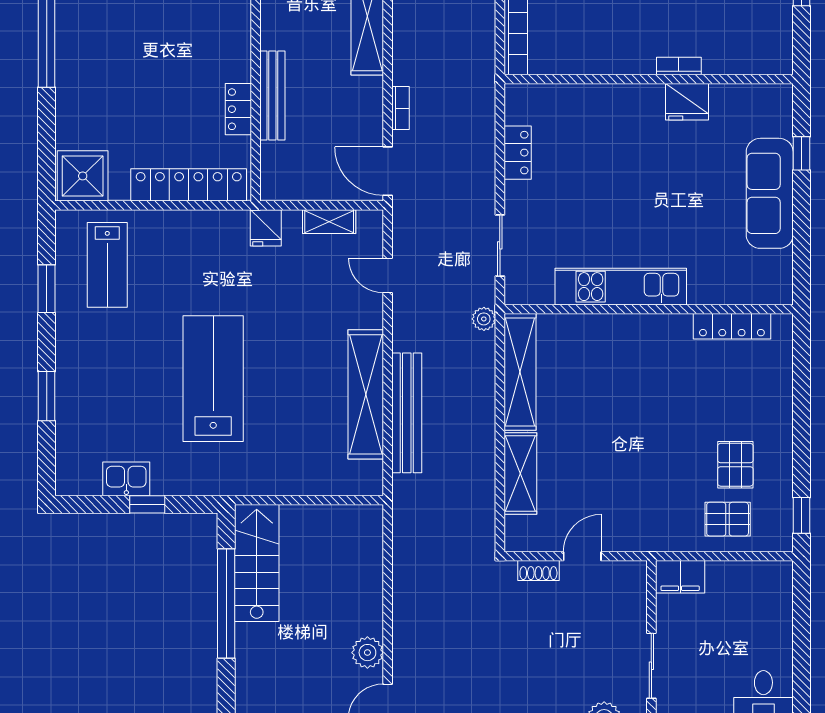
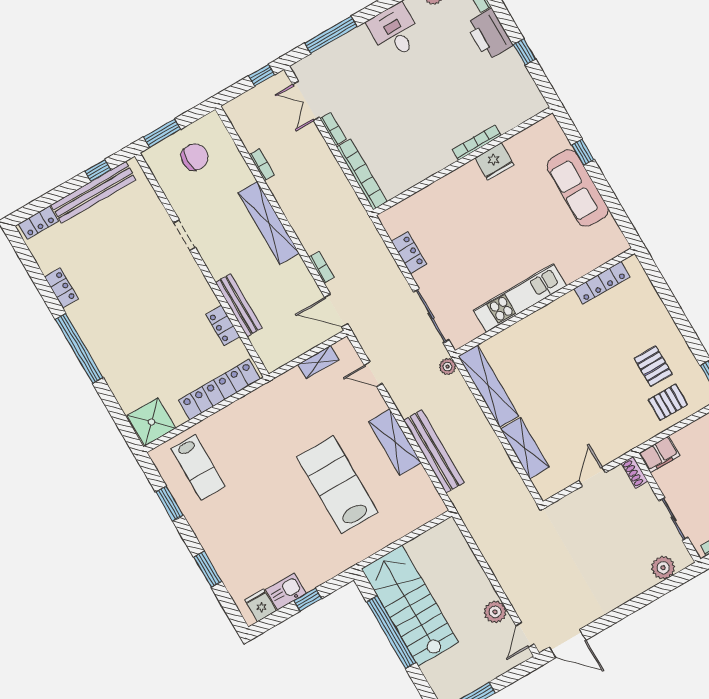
bookcase: (679, 66) -> (477, 142), width x1.56
fridge: (266, 228) -> (260, 605), moved, turned 180
sliding door: (500, 245) -> (431, 316), width x1.37
lab bench: (213, 379) -> (337, 485), moved
shelving: (366, 394) -> (395, 442), width x0.68
stairs: (257, 563) -> (410, 606), width x1.36, depth x1.51
shoe rack: (538, 570) -> (635, 472), moved, turned 90

